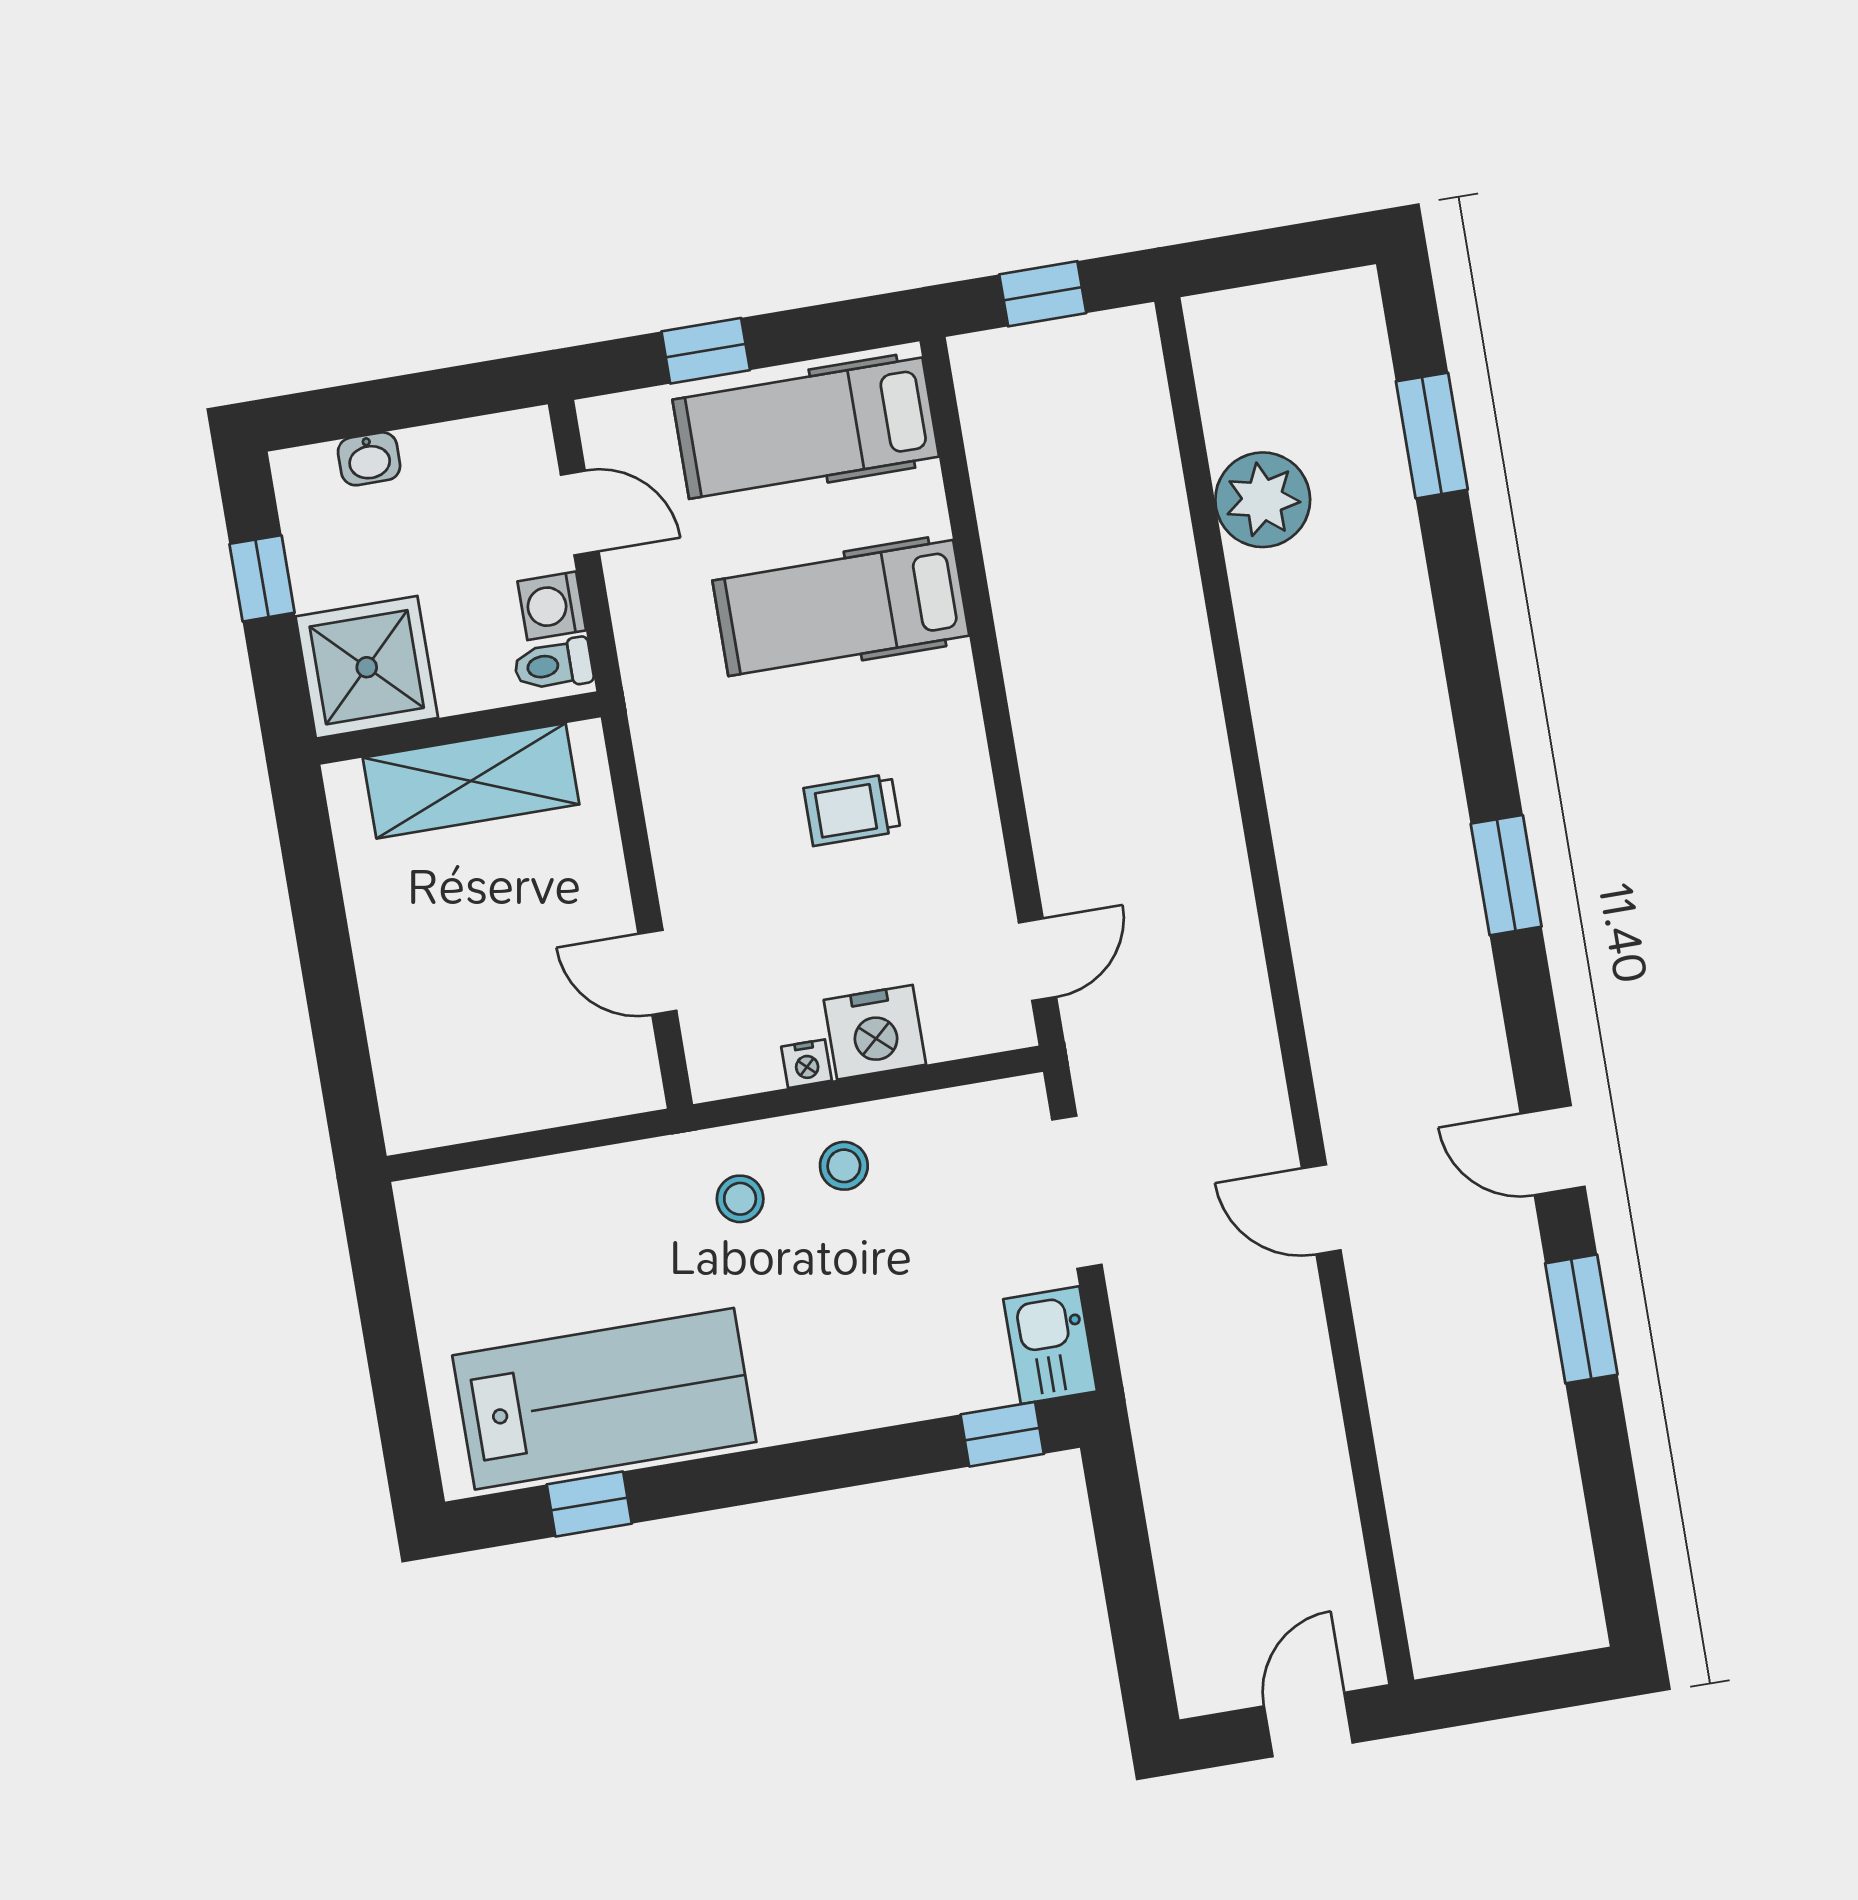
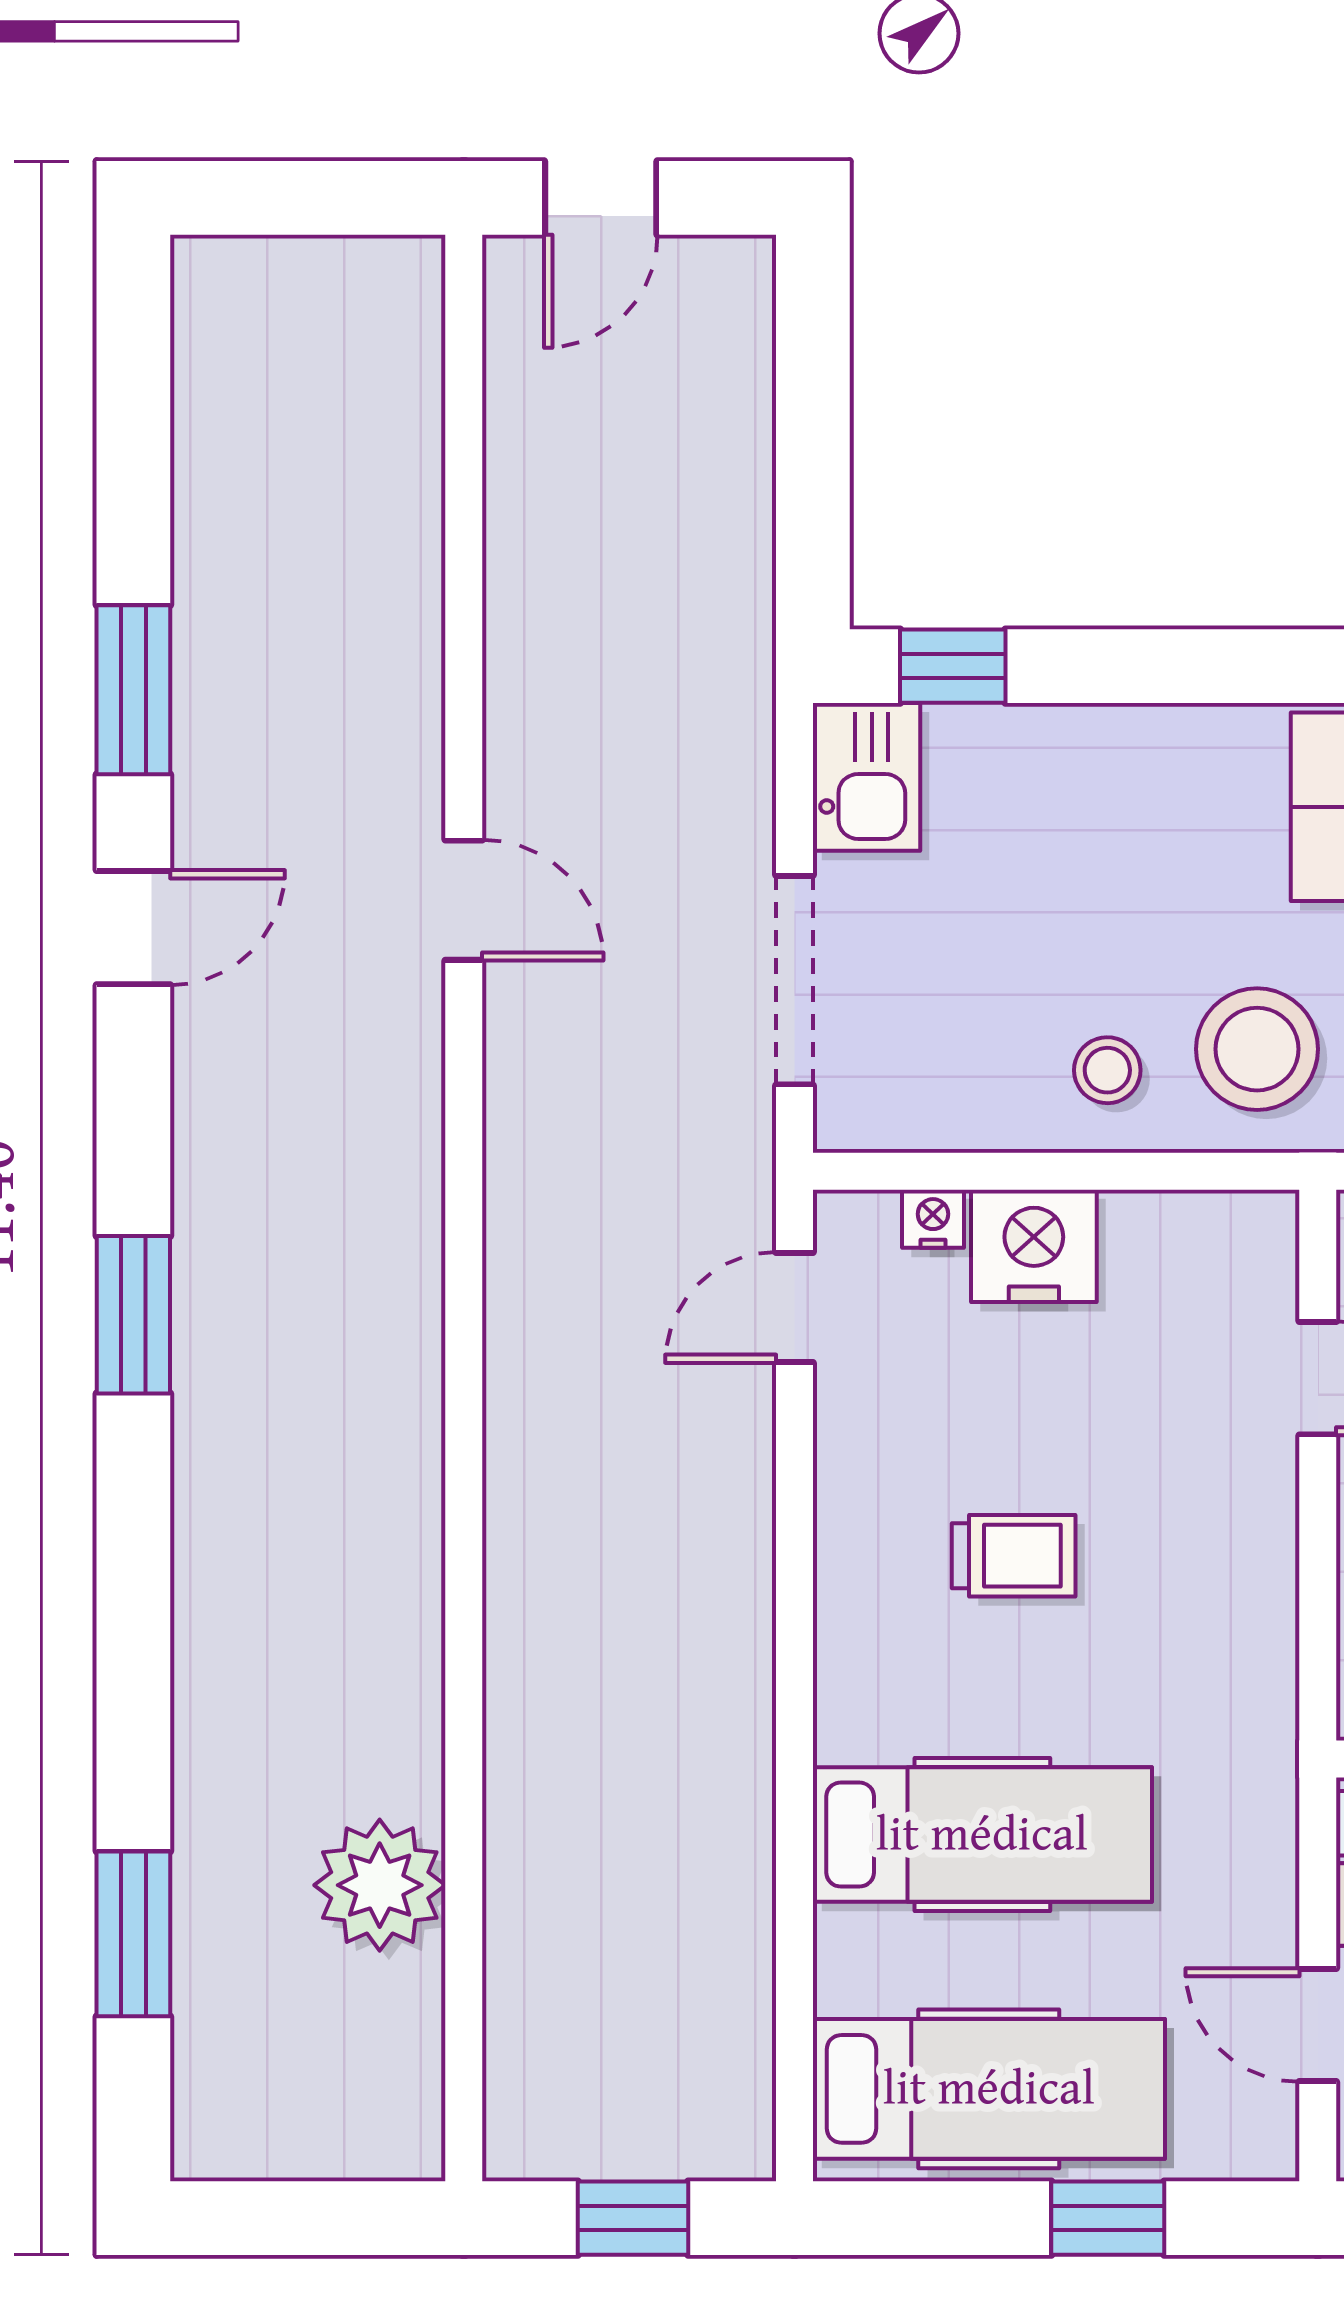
nightstand: (807, 1064) -> (933, 1219), moved
door: (1553, 1150) -> (133, 928), hinge flipped
stool: (740, 1199) -> (1257, 1049), width x1.89, depth x1.89

